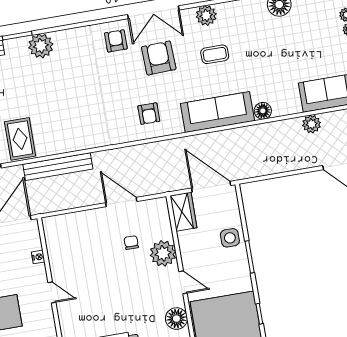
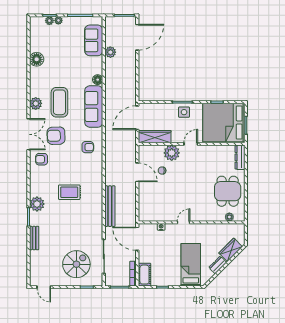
coffee table: (215, 54) -> (59, 102), width x1.86, depth x1.72
rug: (20, 139) -> (69, 192), moved
door: (121, 202) -> (137, 172), swing flipped
wardrobe: (183, 212) -> (155, 137), width x1.50
side table: (230, 238) -> (184, 112), moved
floor lamp: (176, 319) -> (211, 152), removed

